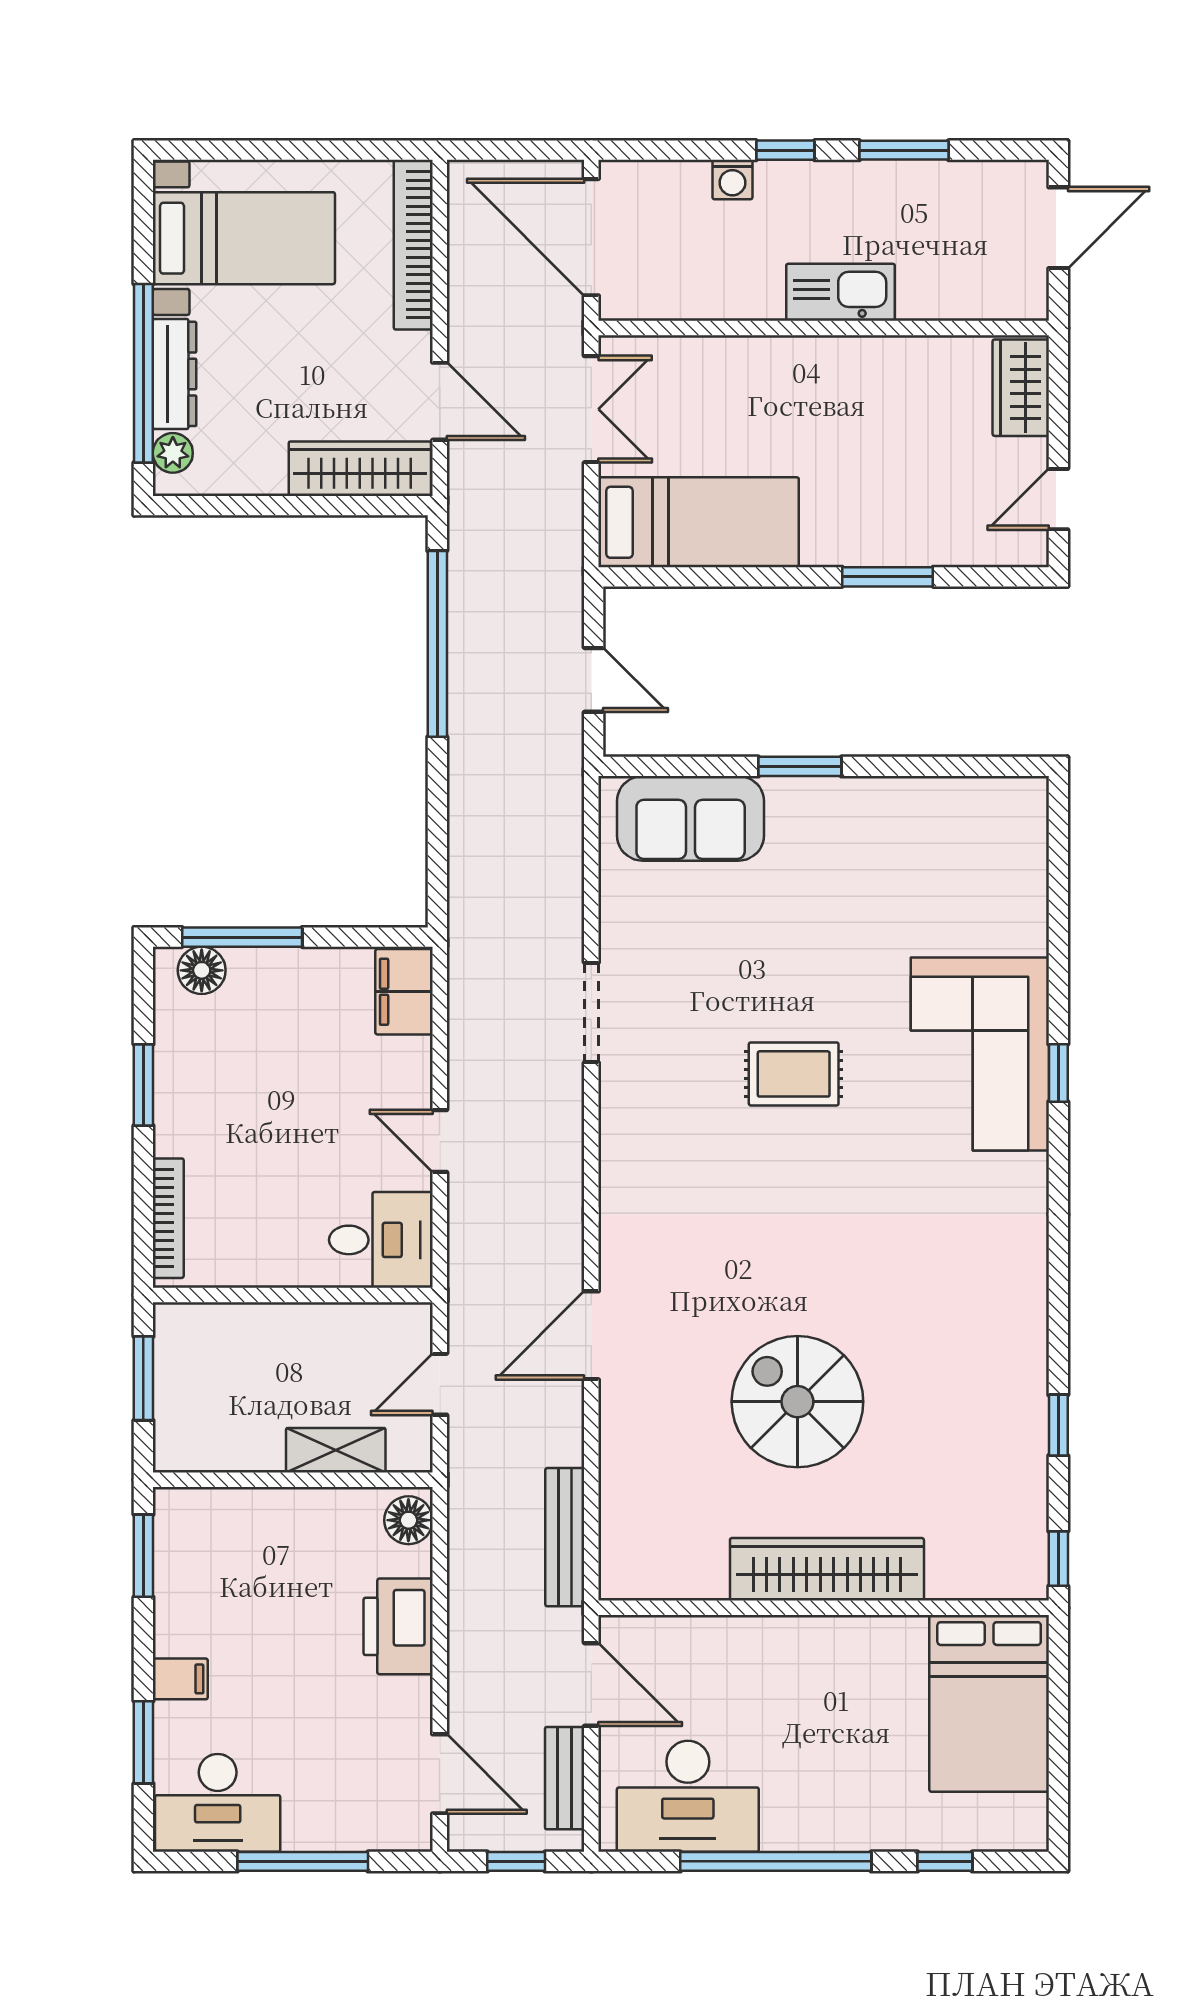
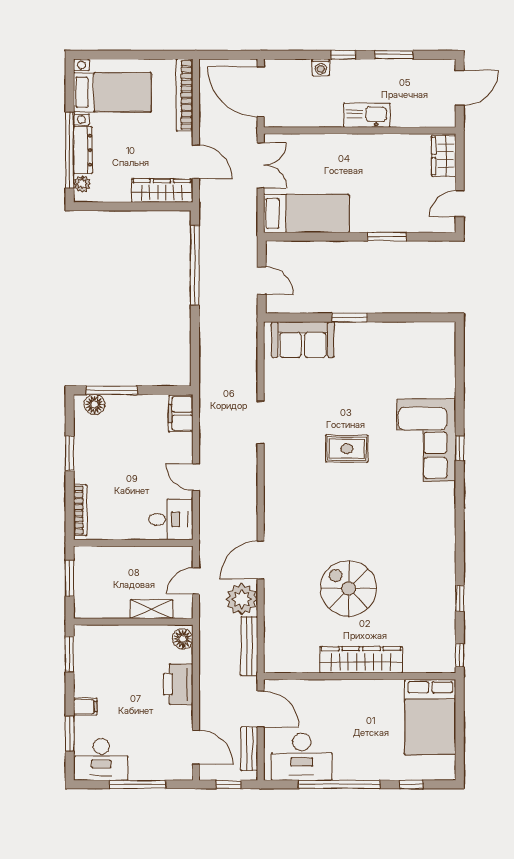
plant: (547, 1427) -> (242, 599), added

